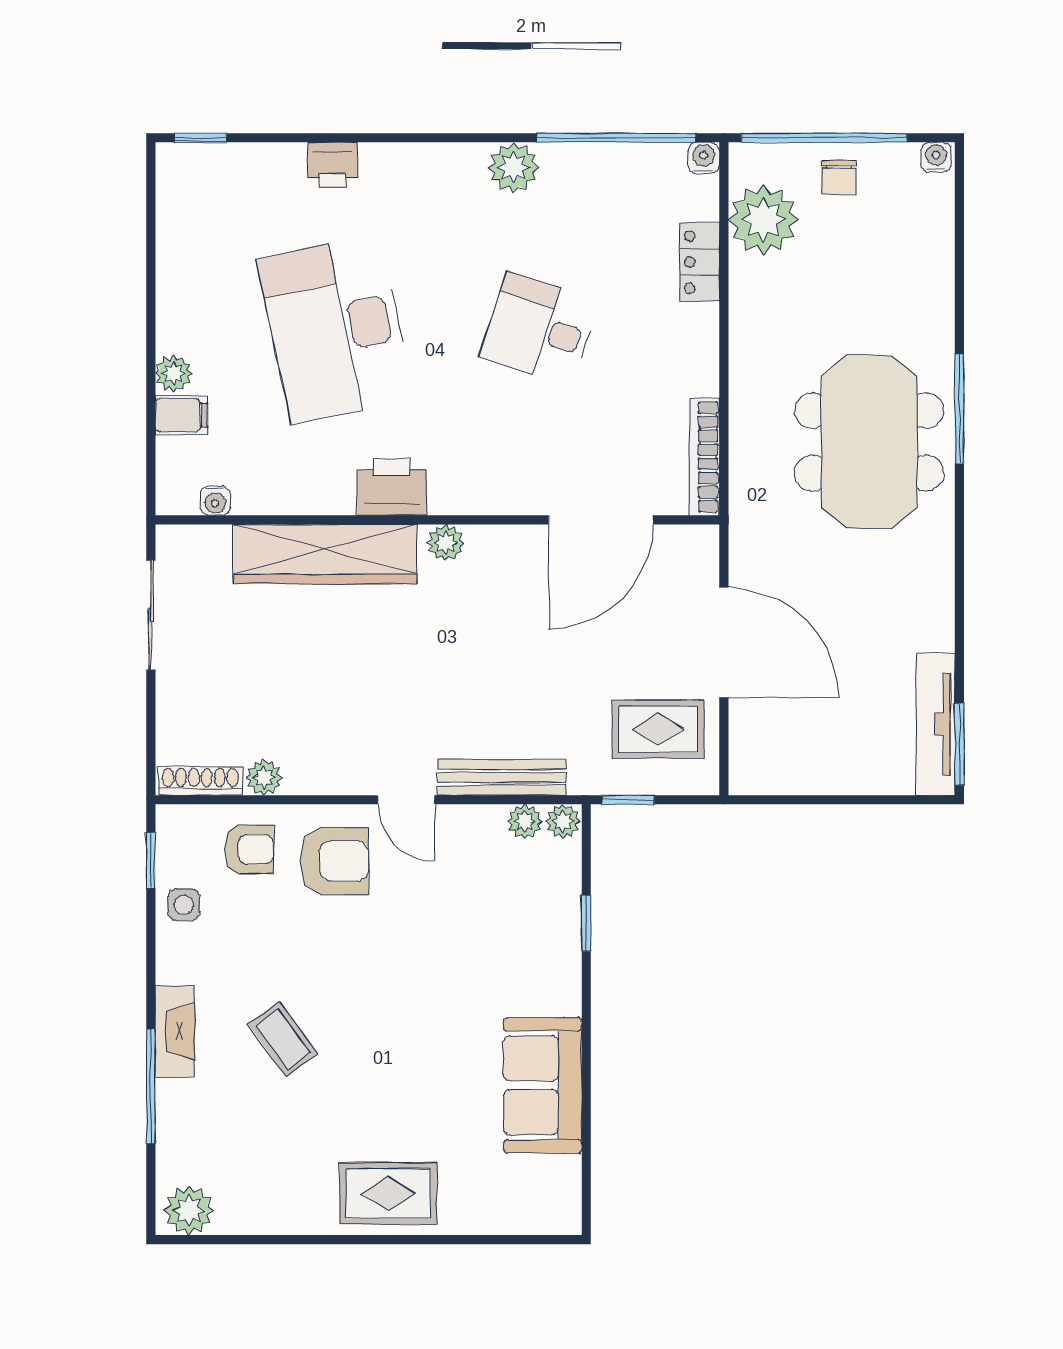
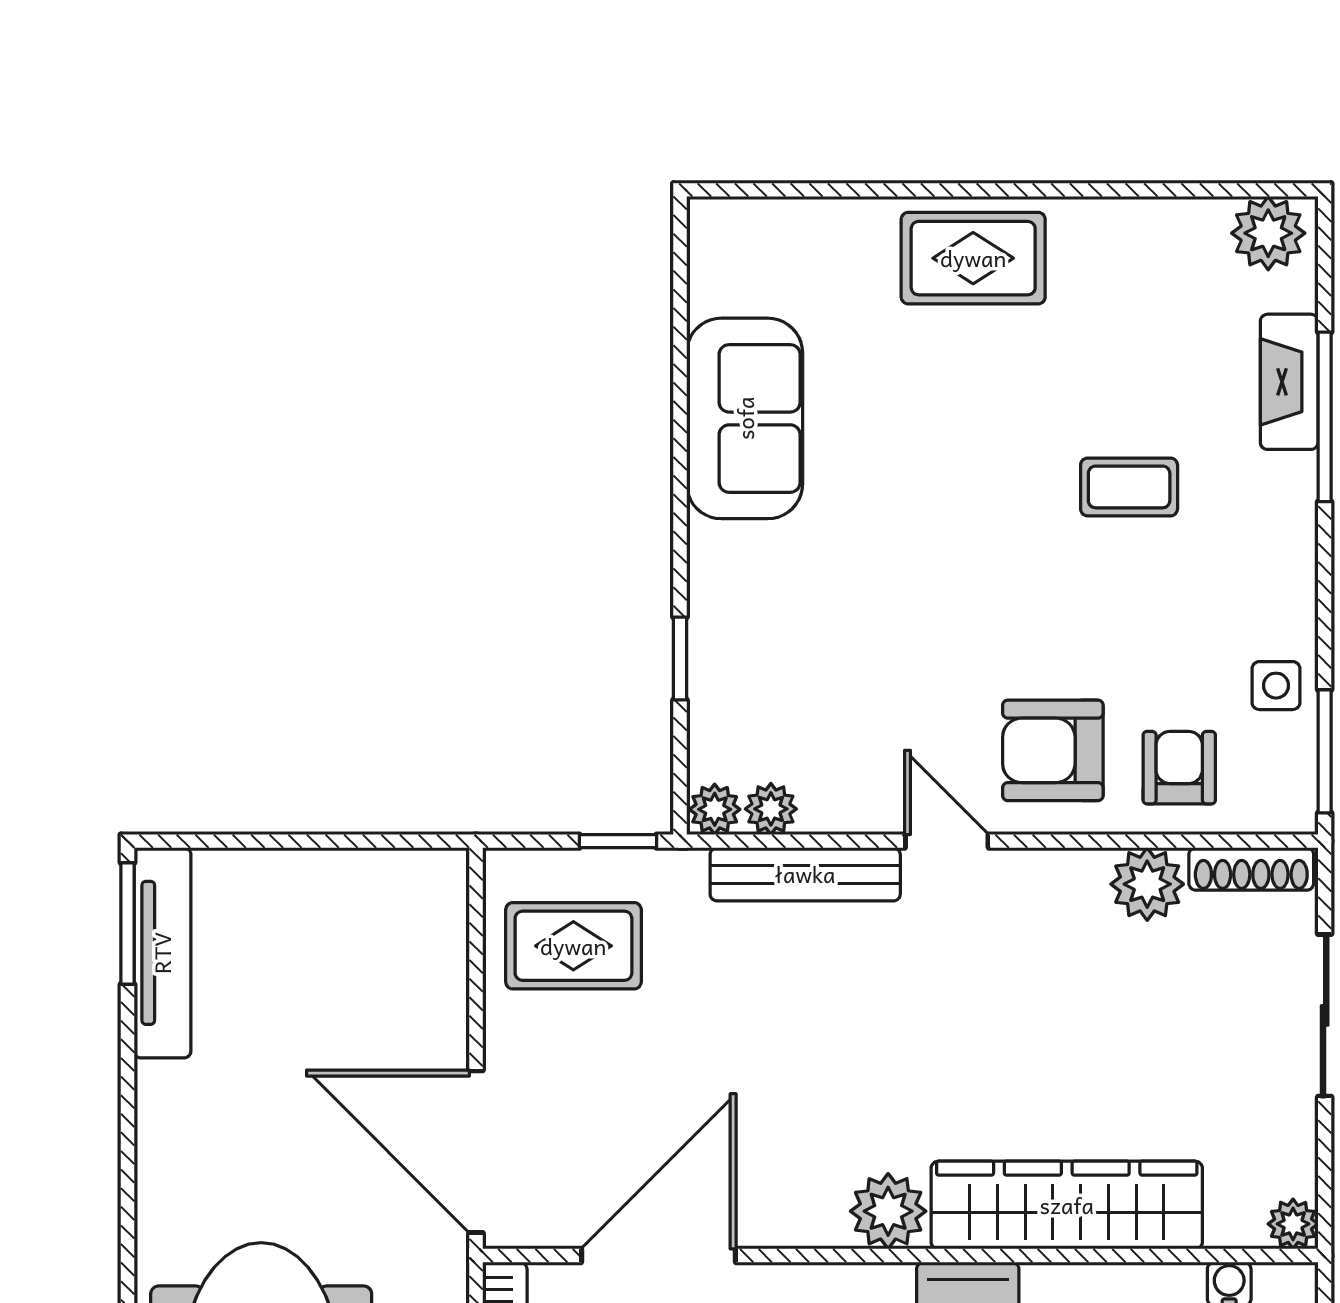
plant: (172, 541) -> (1293, 1224), added
plant: (446, 543) -> (888, 1211), width x1.38, depth x1.38
sliding door: (151, 615) -> (1325, 1015), moved
door: (724, 642) -> (476, 1152), moved
plant: (264, 777) -> (1147, 884), width x1.38, depth x1.38
armchair: (249, 849) -> (1179, 768), turned 90
window: (151, 860) -> (1325, 751), width x1.50
fireplace: (175, 1031) -> (1289, 382), moved
coffee table: (283, 1039) -> (1129, 487), turned -54

